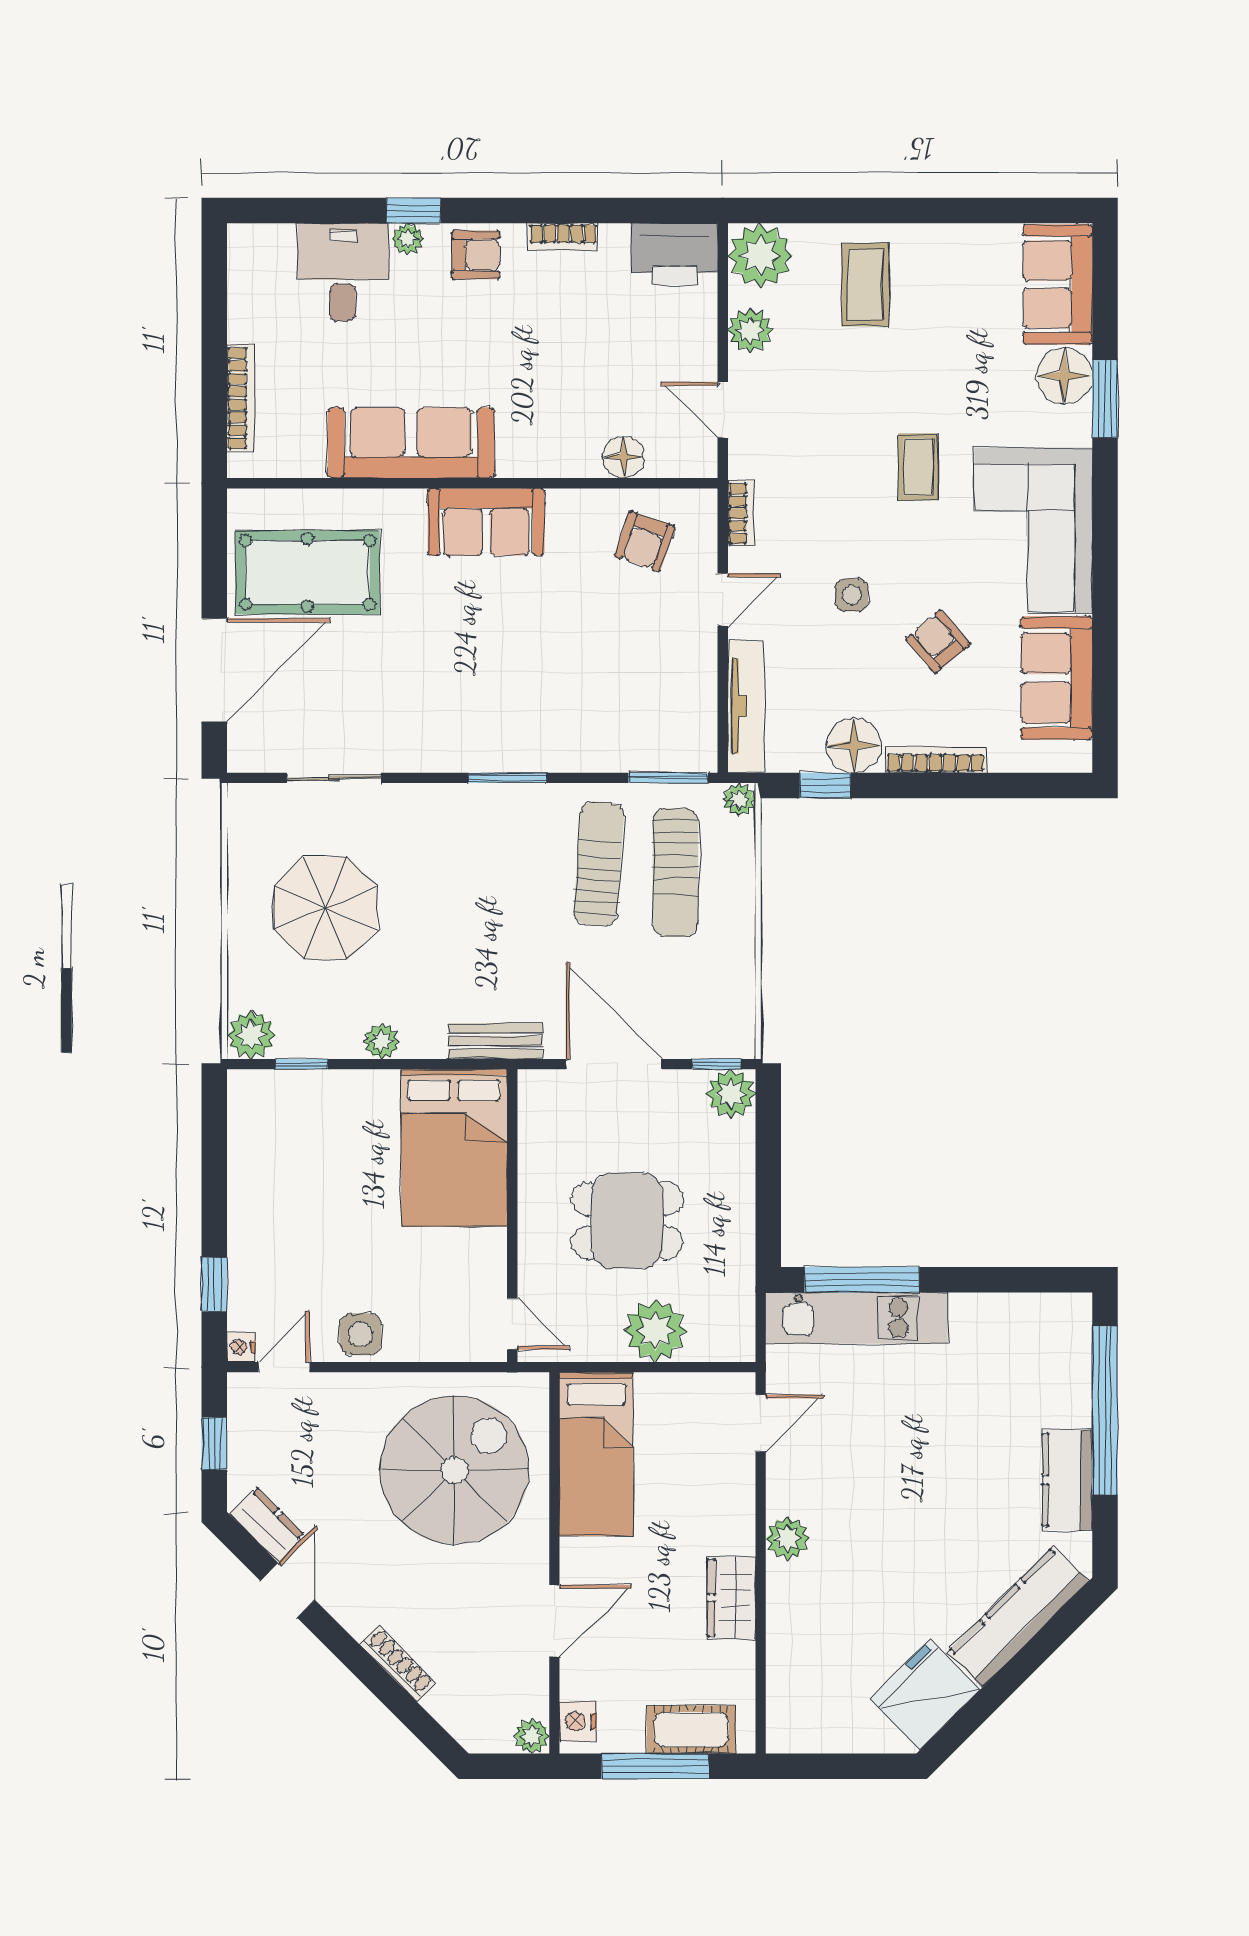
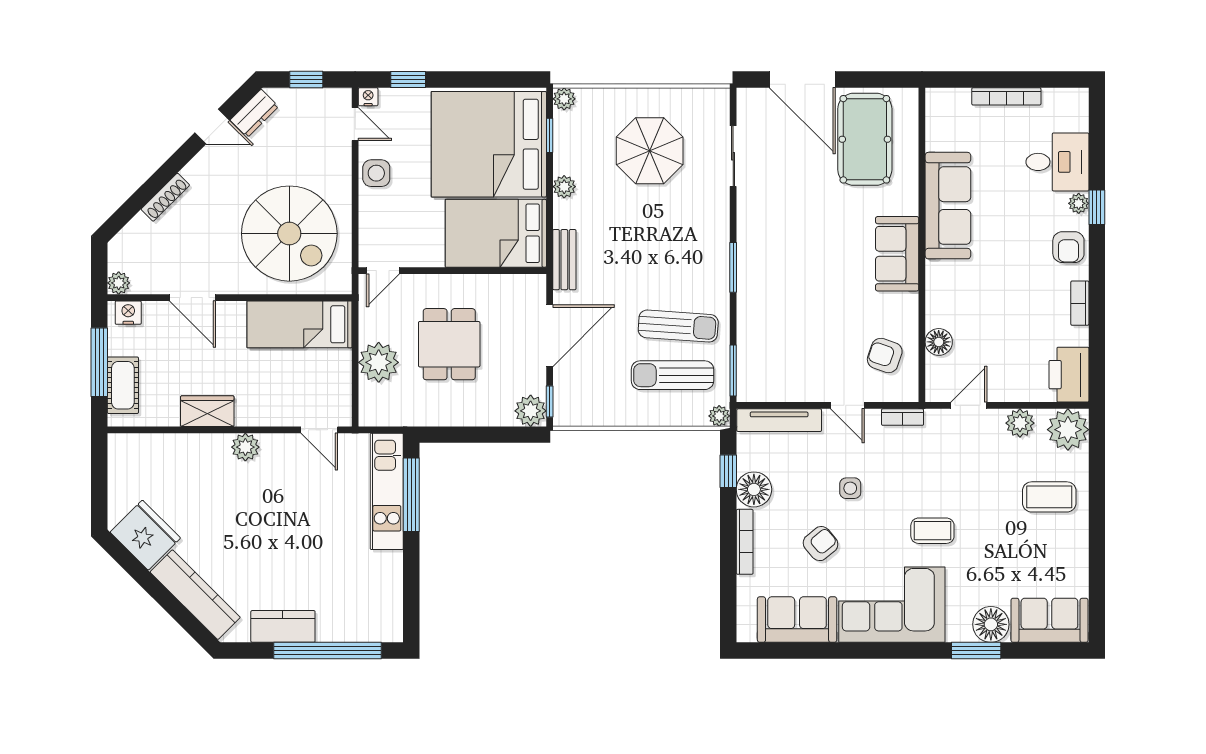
bookcase: (241, 398) -> (1006, 96), moved
plant: (251, 1035) -> (564, 99), width x0.73, depth x0.73
bed: (315, 1159) -> (489, 144), added

